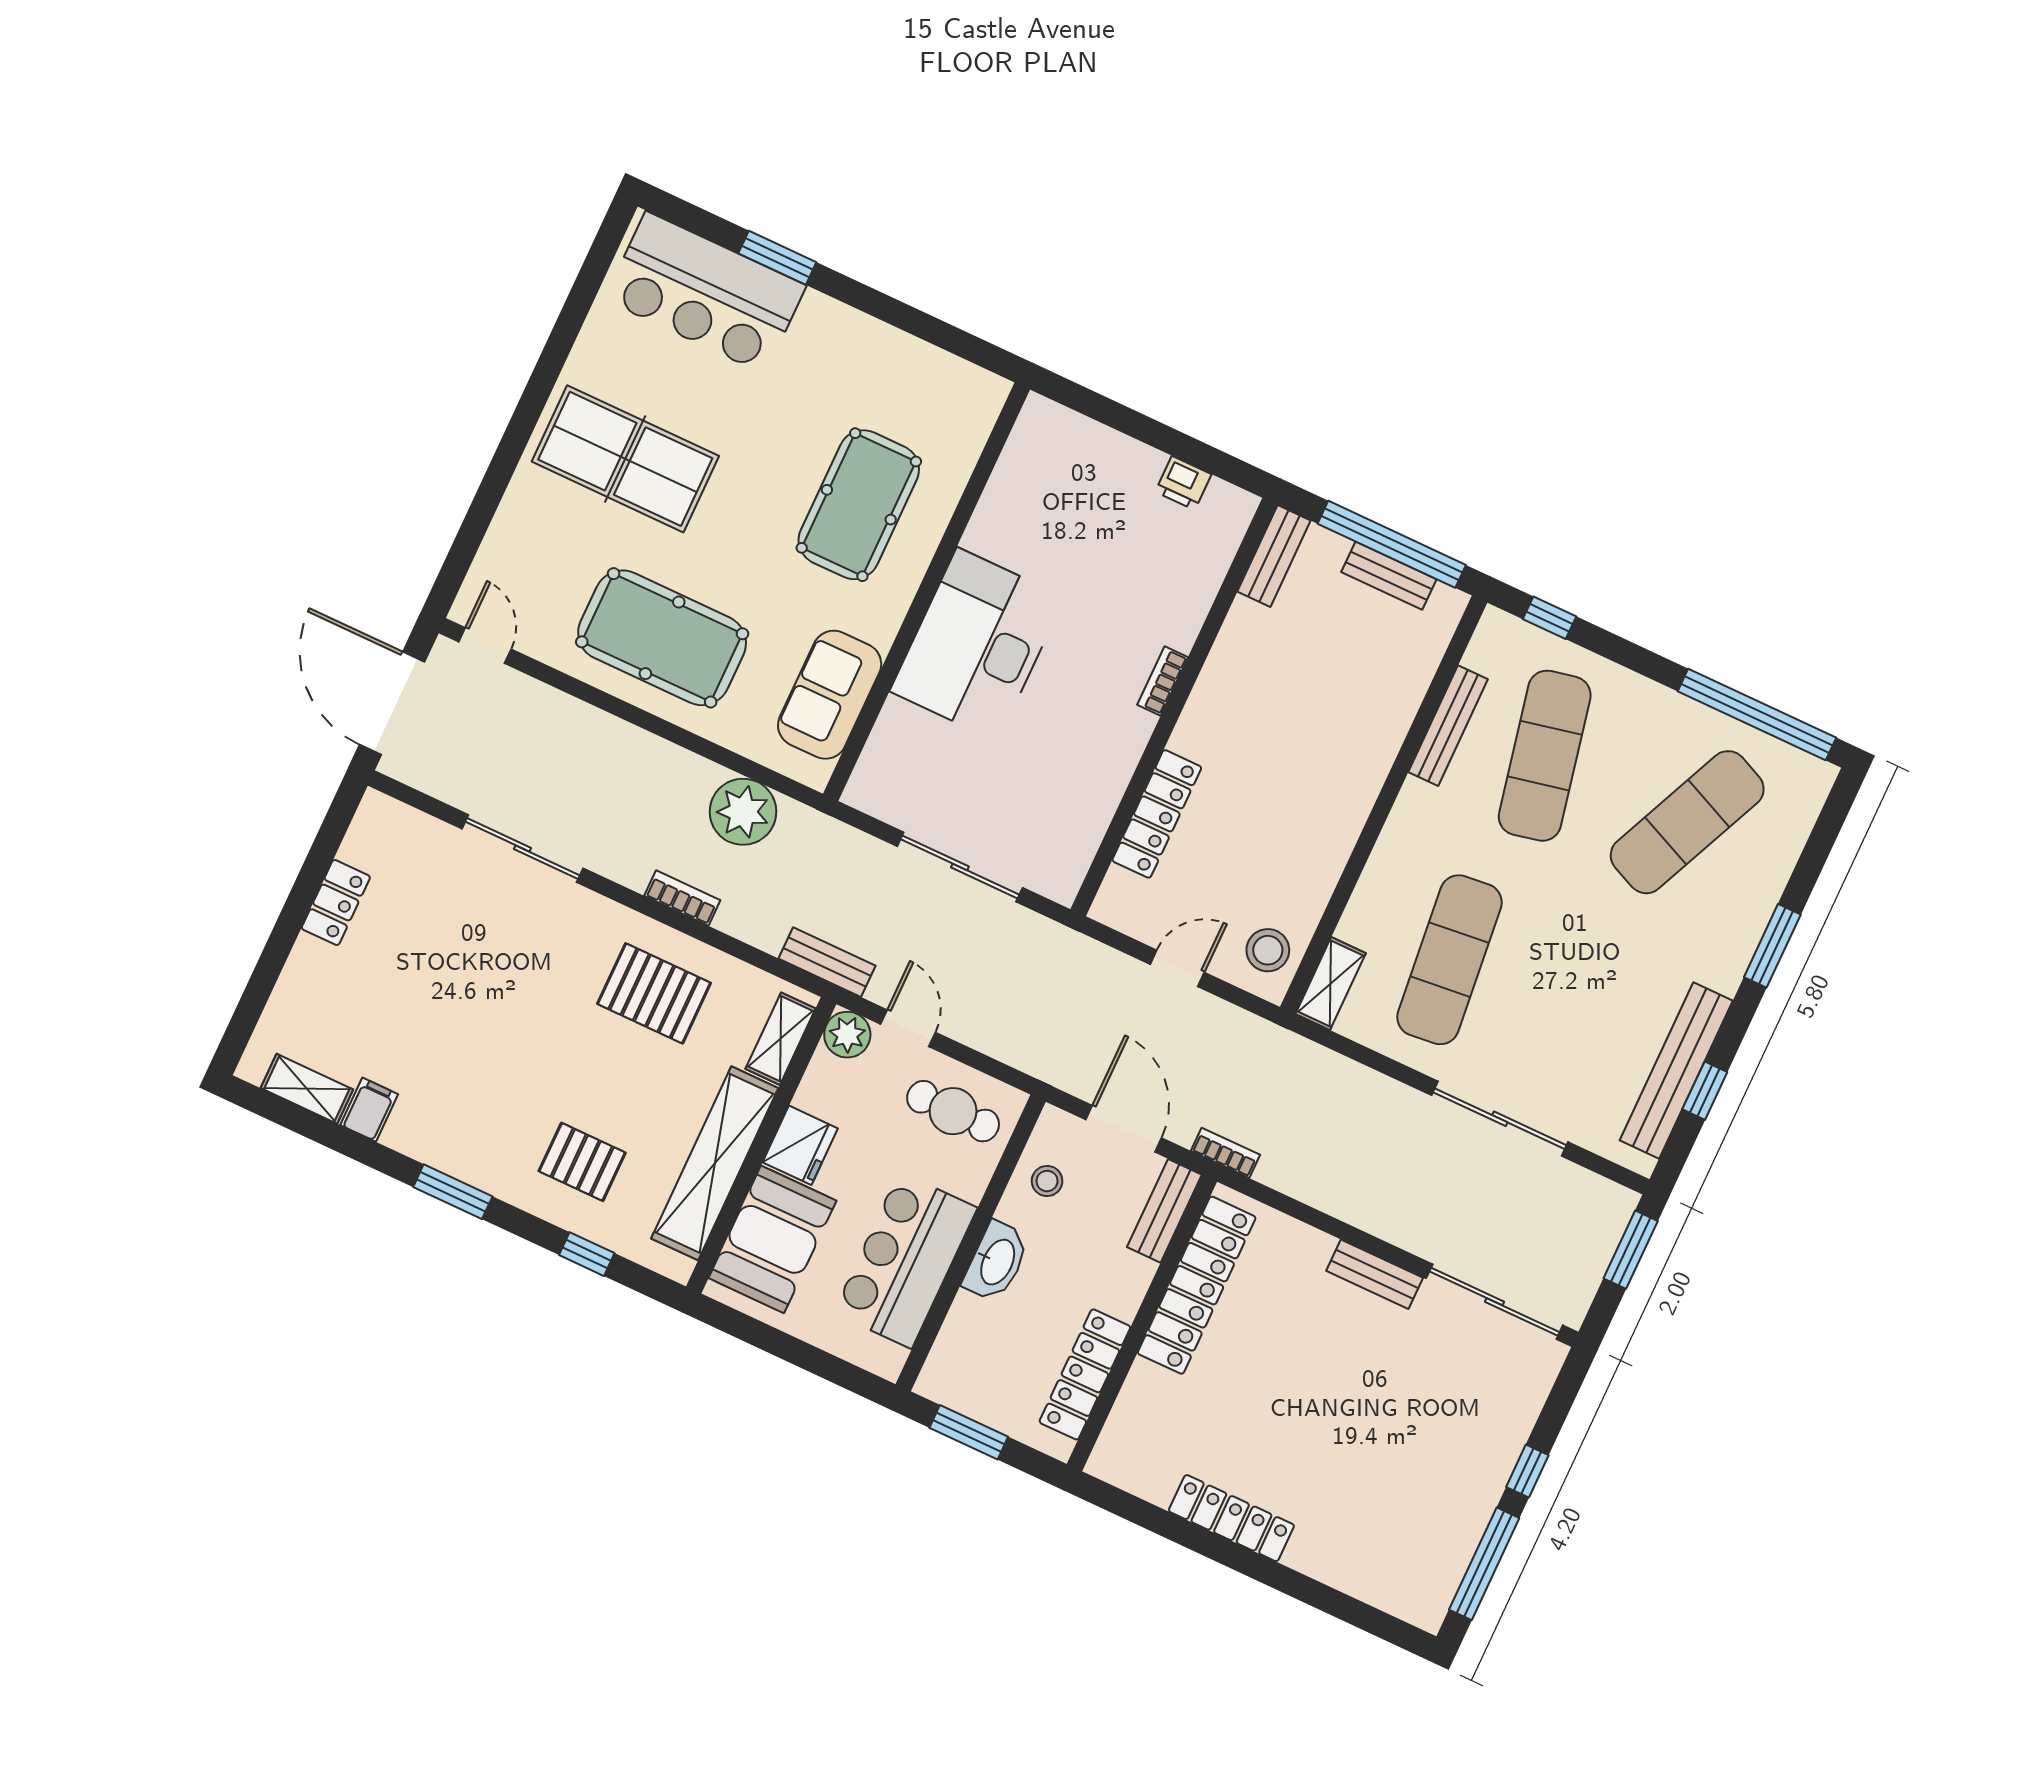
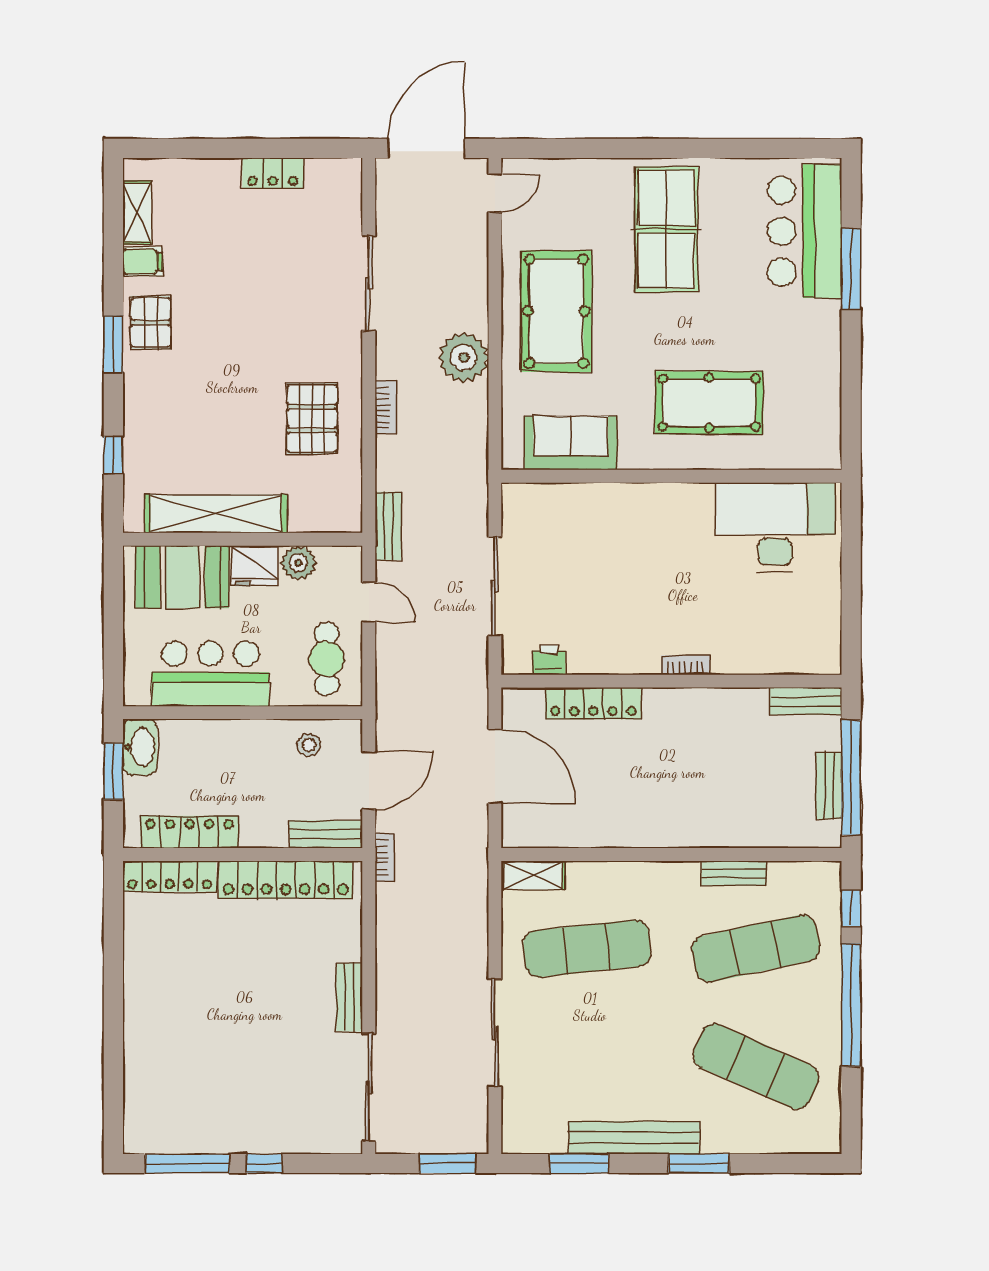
window: (777, 258) -> (851, 269), width x1.44
printer: (1183, 483) -> (549, 660), moved, turned 90
desk: (977, 644) -> (775, 527), moved
window: (1757, 715) -> (851, 1005), moved
bench: (1448, 726) -> (734, 873), width x0.73
plant: (743, 812) -> (464, 357), moved
stool: (1268, 950) -> (536, 822), removed
door: (1177, 968) -> (495, 766), width x1.88
door: (908, 1028) -> (369, 602), hinge flipped
plant: (847, 1035) -> (298, 563), moved
shelving: (780, 1039) -> (321, 519), removed
bench: (1676, 1071) -> (634, 1138), moved
window: (1705, 1091) -> (579, 1164), width x1.50
pallet: (582, 1162) -> (151, 323), moved
washbasin: (996, 1261) -> (140, 747), moved, turned -90
locker: (1231, 1518) -> (170, 876), moved, turned 90

